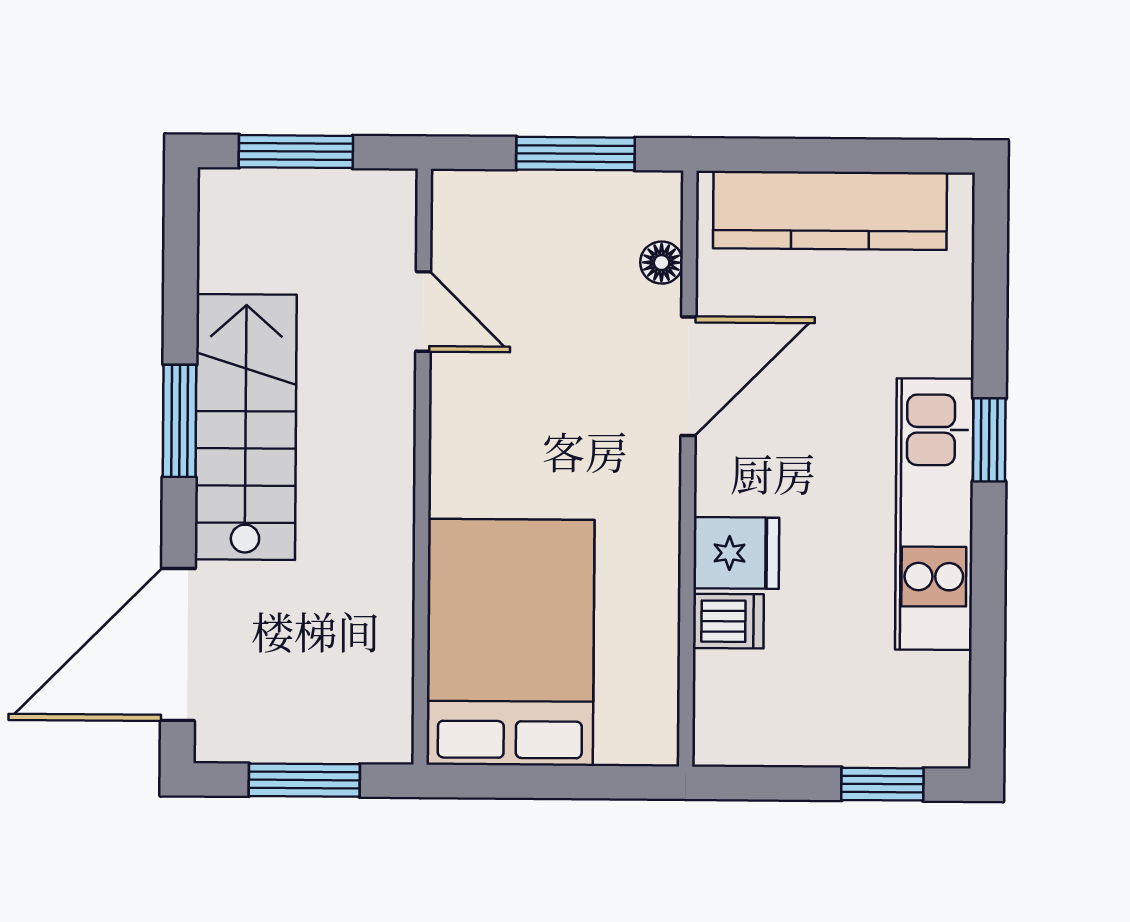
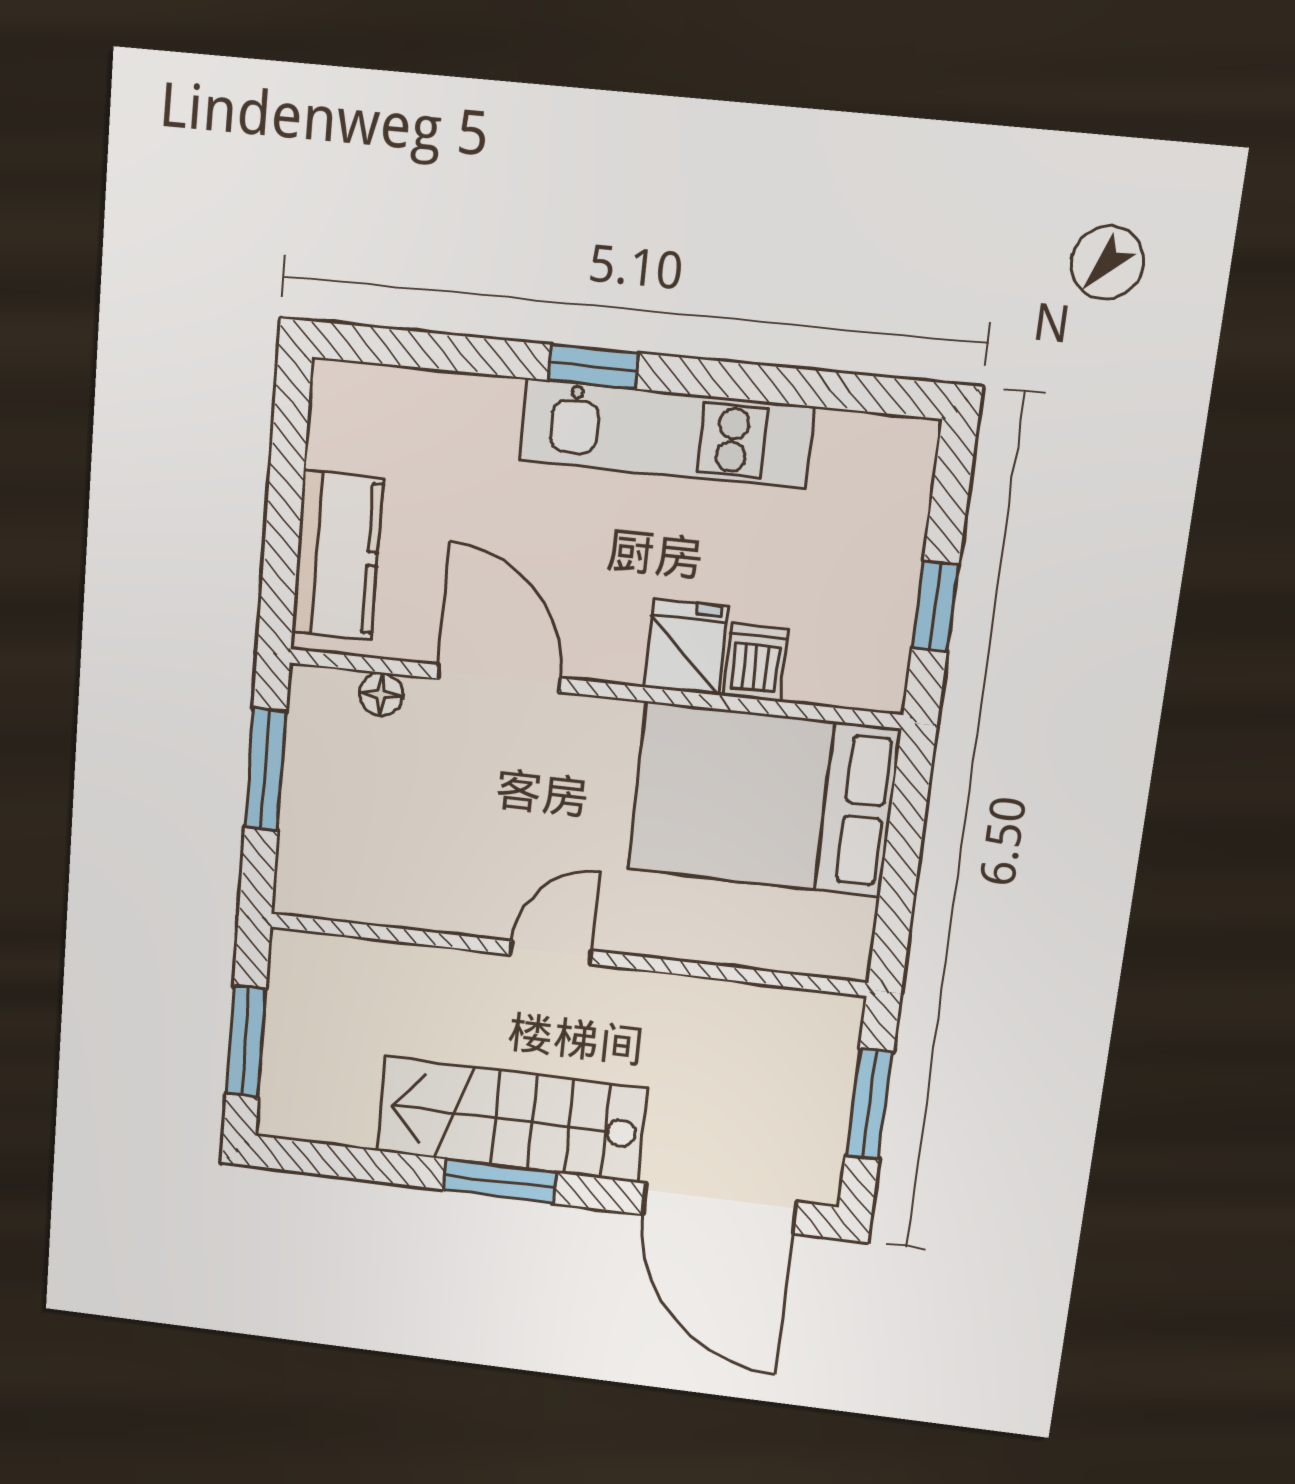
kitchen counter: (830, 210) -> (337, 555), width x0.67
door: (423, 311) -> (551, 953), moved
bed: (510, 642) -> (763, 800), moved
window: (882, 784) -> (935, 606), moved

